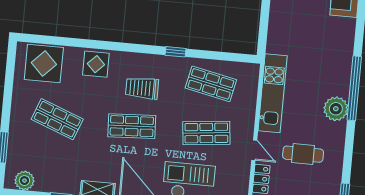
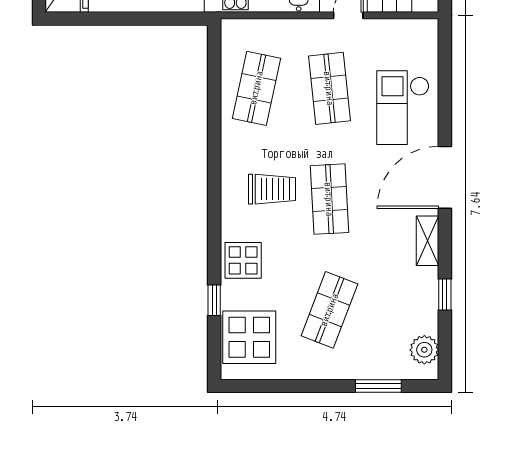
window: (176, 52) -> (214, 300), moved
trolley: (142, 88) -> (272, 189), turned -90

